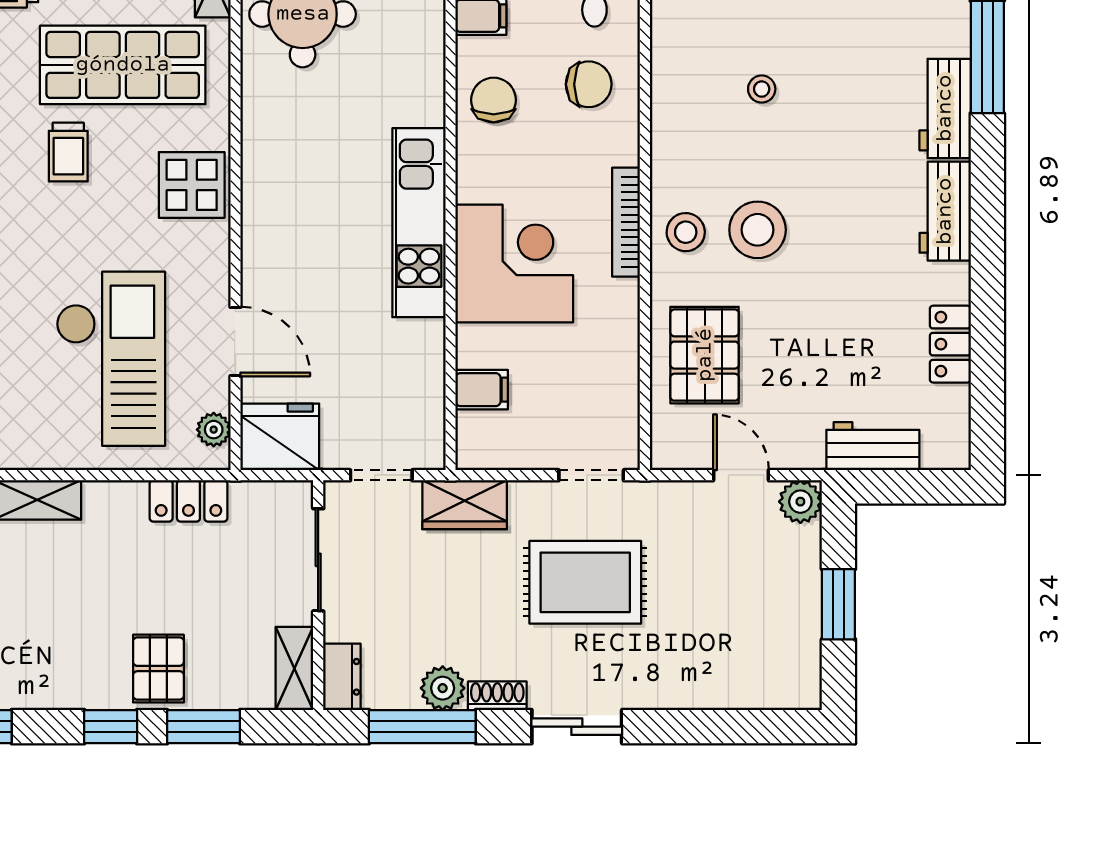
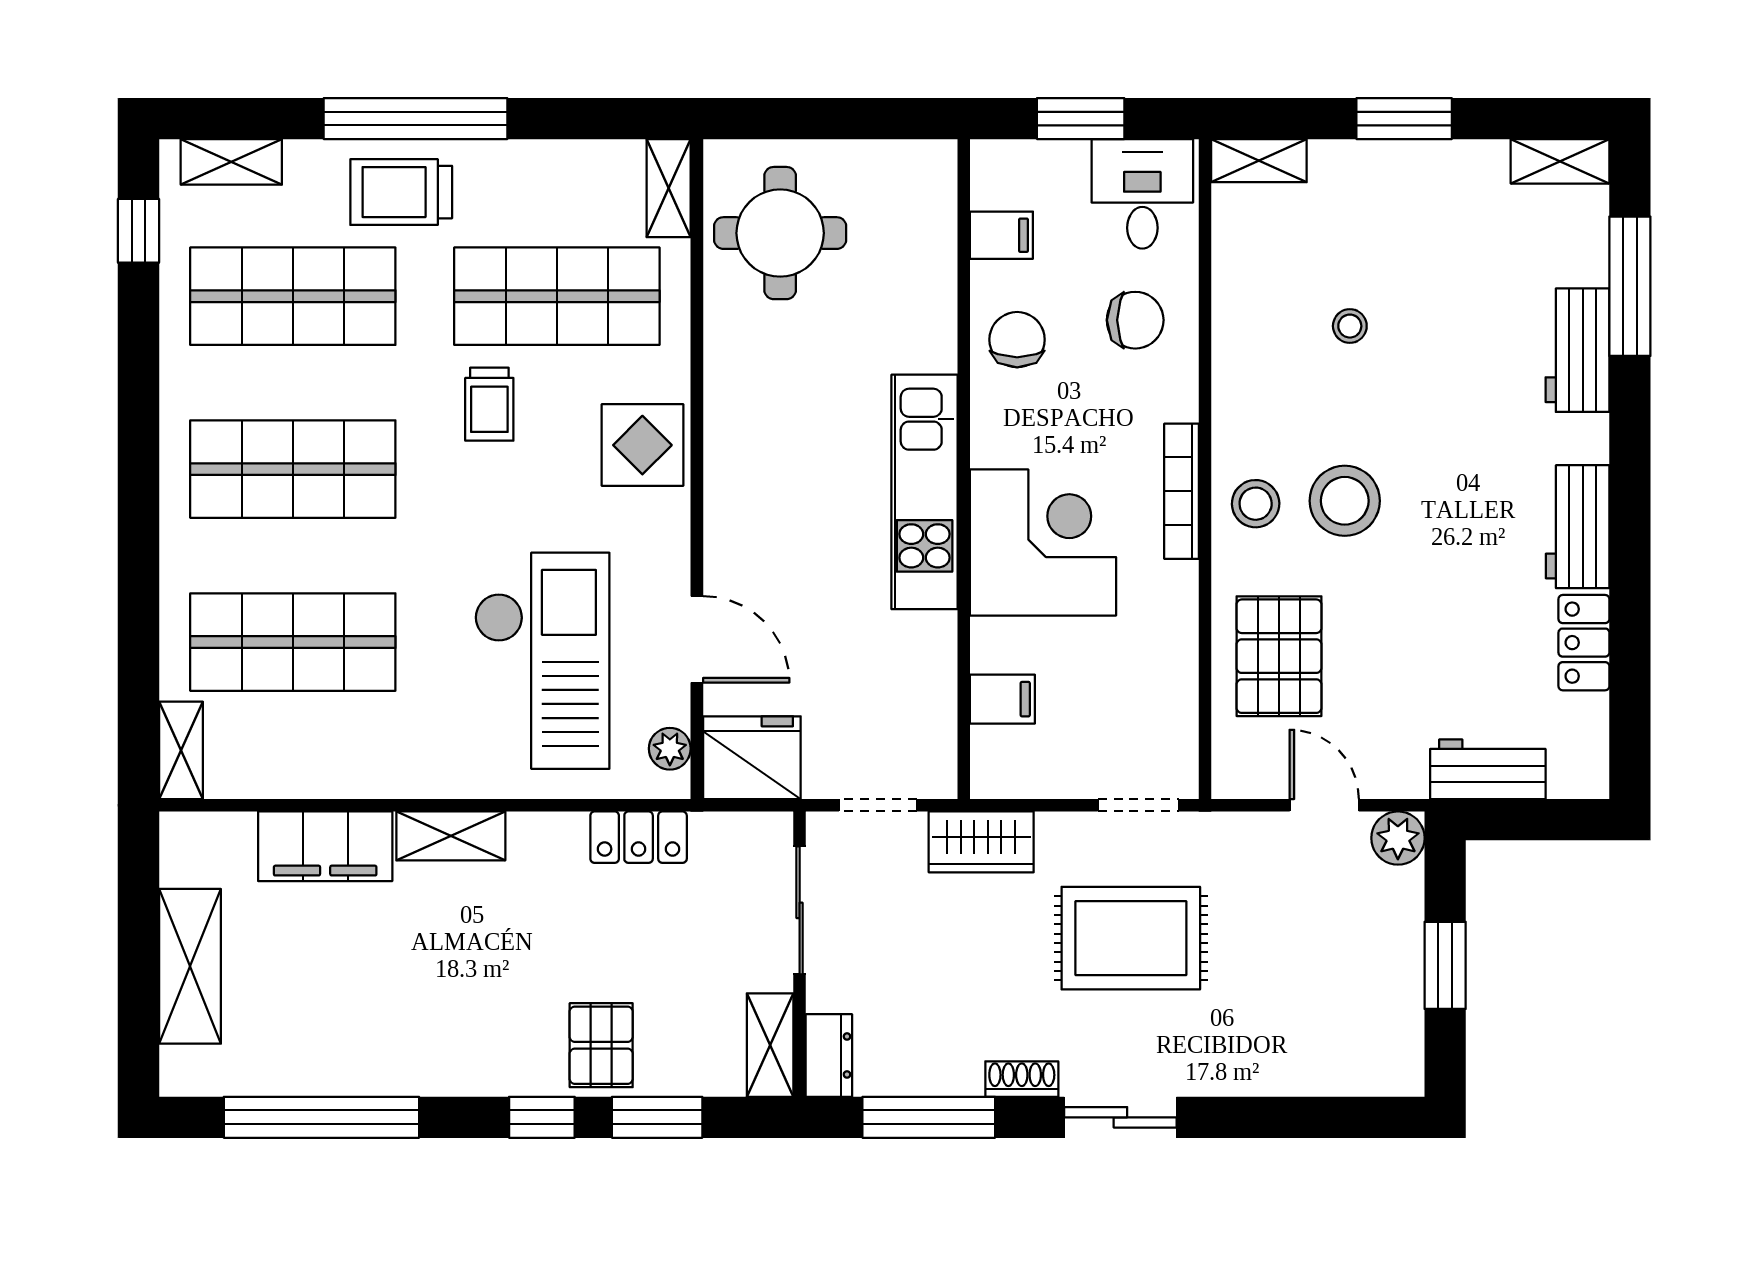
workbench: (945, 211) -> (1578, 527), moved
plant: (443, 688) -> (954, 1070), removed

